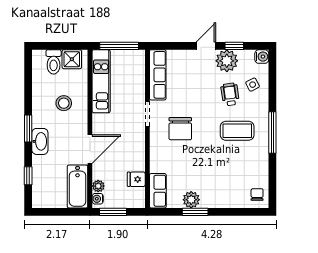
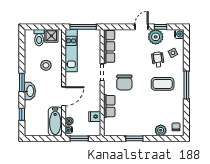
row of seats: (158, 191) -> (109, 106), moved
plant: (191, 200) -> (161, 130), moved

